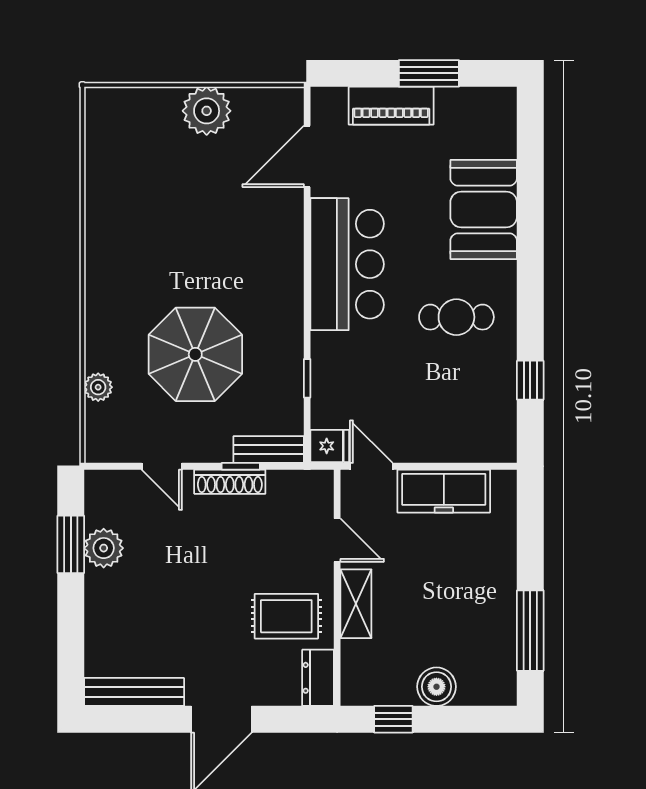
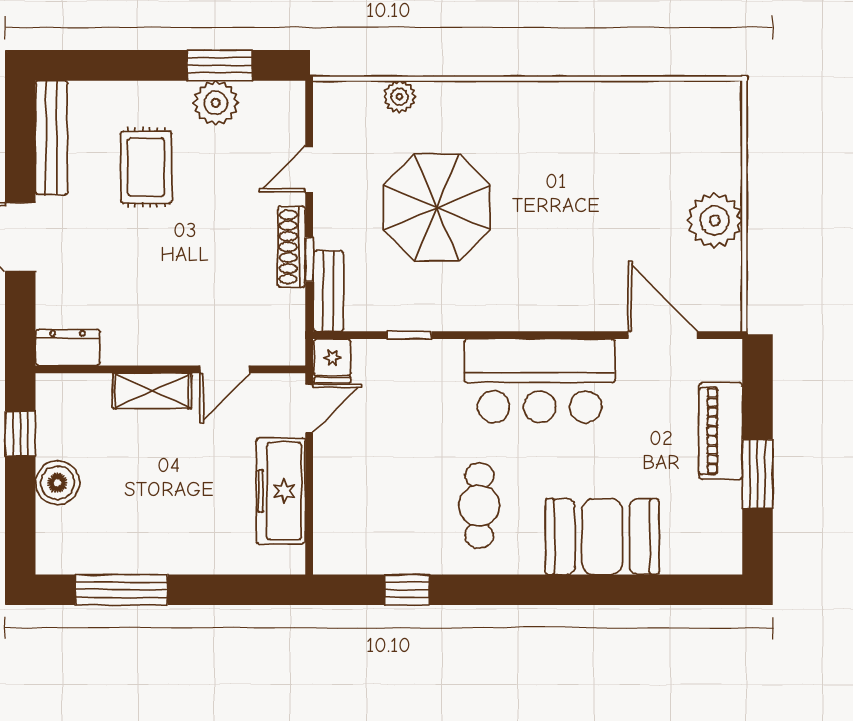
rug: (286, 616) -> (146, 167), moved

